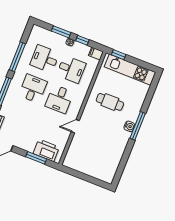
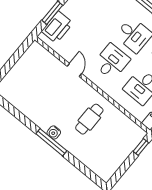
kitchen unit: (130, 70) -> (119, 155), removed
desk: (59, 99) -> (112, 62), turned 90

